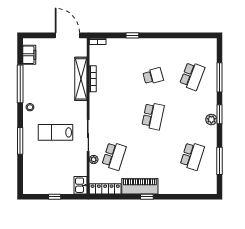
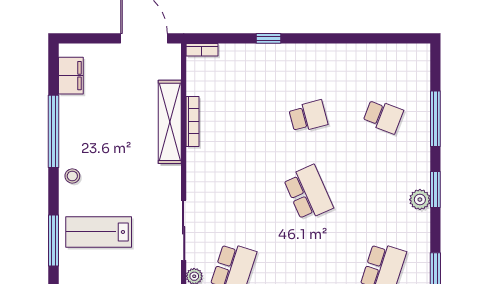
school desk: (192, 76) -> (383, 116), width x0.54
school desk: (153, 116) -> (308, 193), turned -36
lab bench: (56, 132) -> (99, 232), moved

